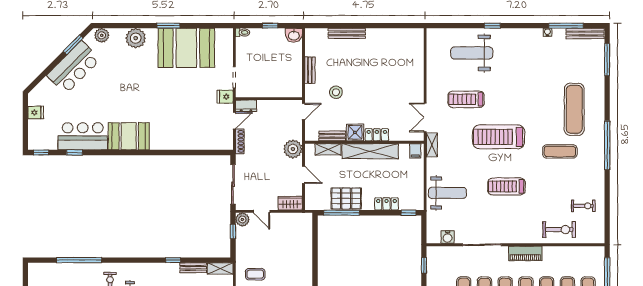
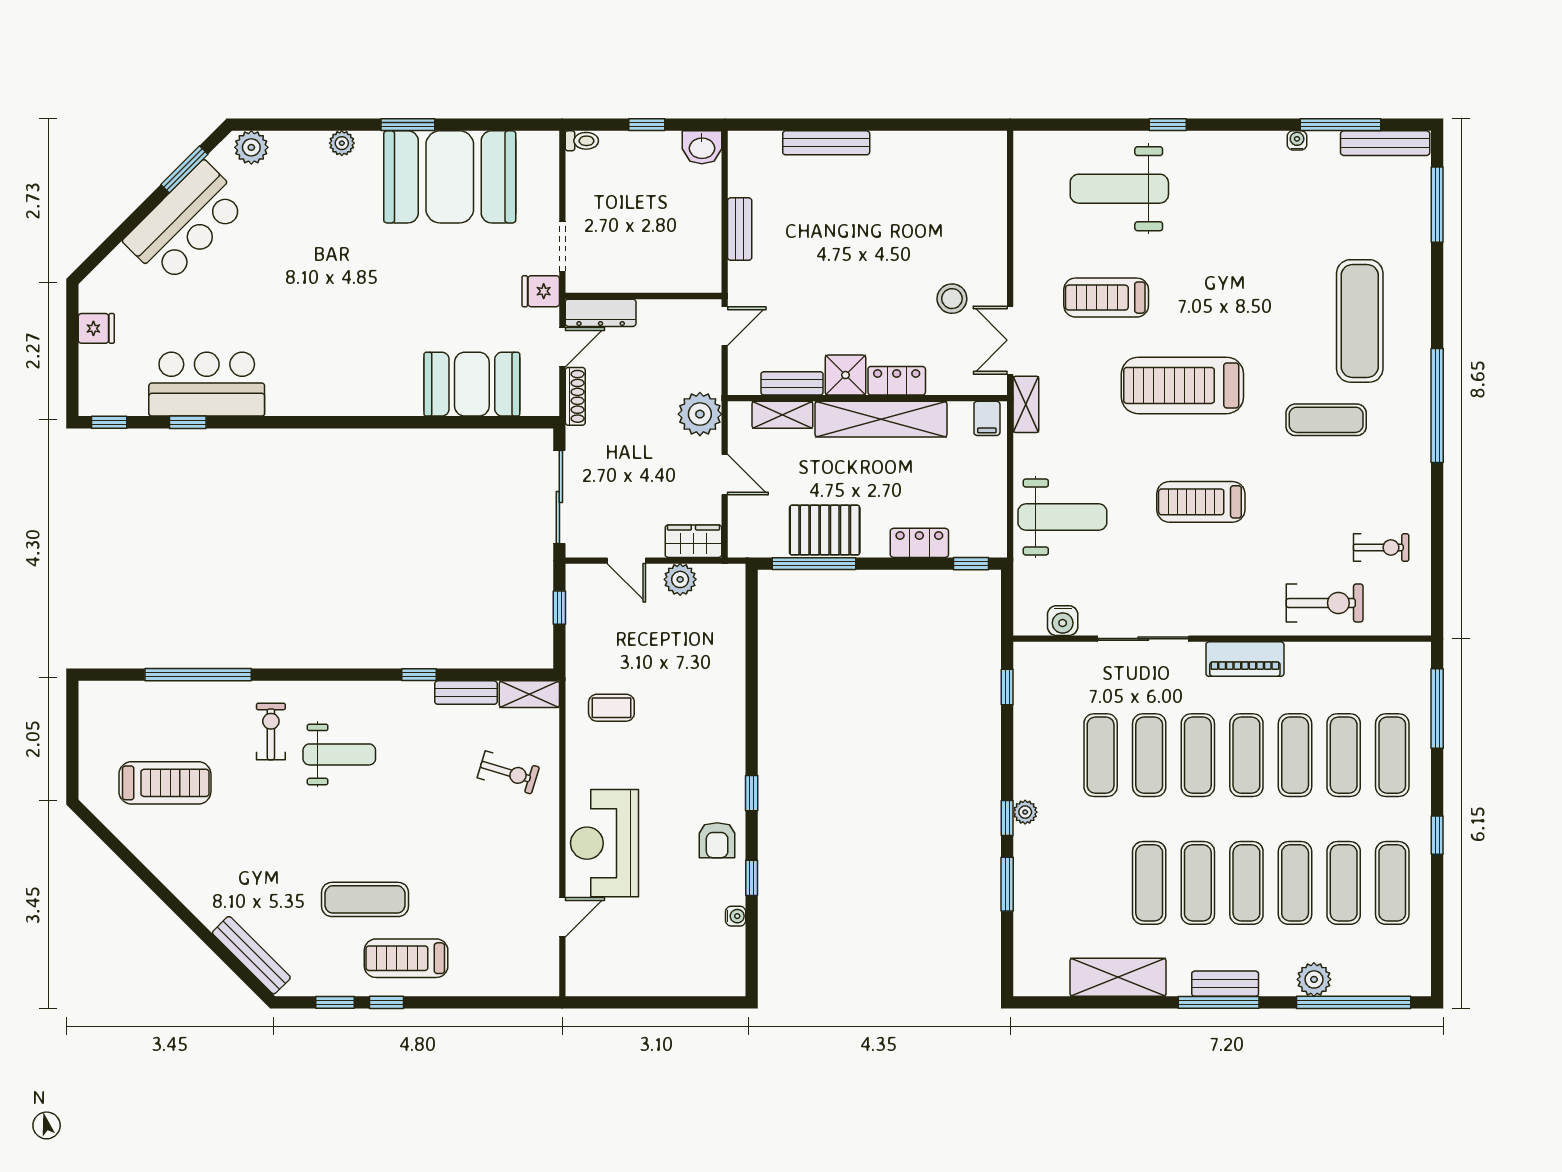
plant: (136, 38) -> (342, 143), width x0.53, depth x0.53
stool: (336, 92) -> (952, 299), moved
dresser: (246, 106) -> (601, 313), width x1.44
booth: (129, 136) -> (472, 384), moved
plant: (242, 219) -> (680, 579), moved

